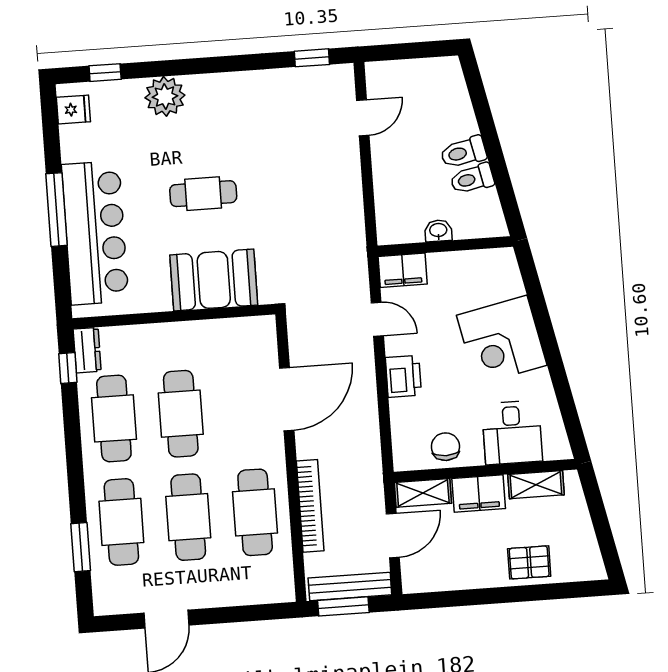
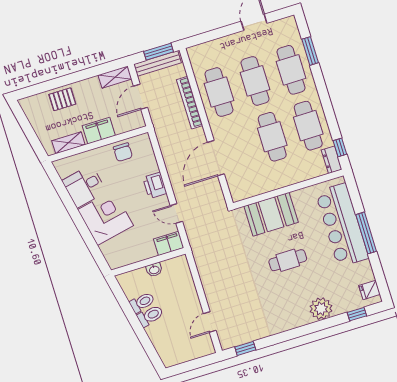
desk: (512, 433) -> (84, 186), moved, turned -102
shelving: (423, 493) -> (115, 77), moved

